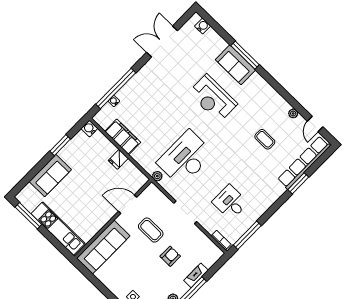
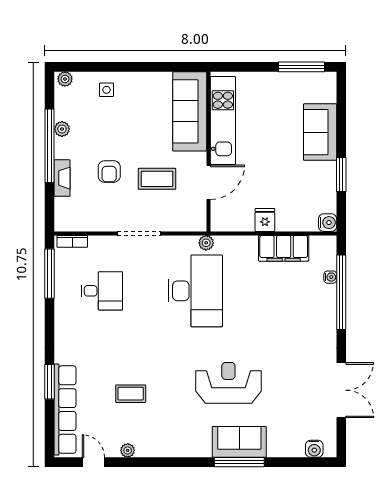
kitchen unit: (58, 229) -> (223, 121), moved, turned -90

